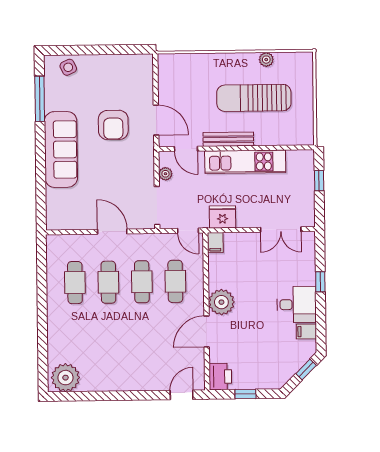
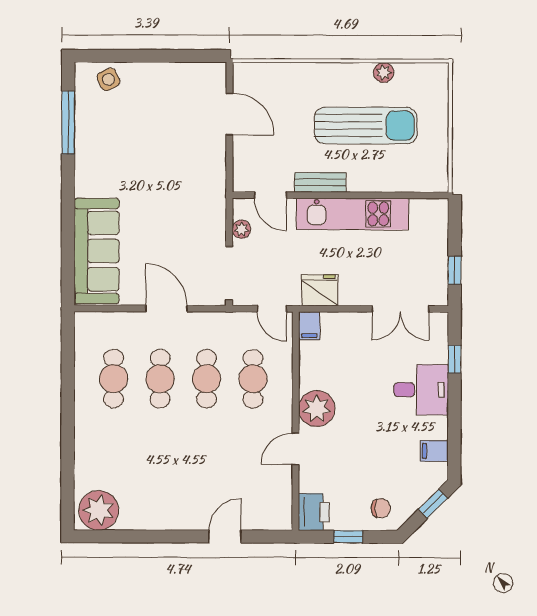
sun lounger: (254, 98) -> (366, 126), turned 180
door: (156, 120) -> (229, 114), moved
armchair: (113, 125) -> (170, 160), removed
bench: (228, 139) -> (320, 182), width x0.73
sofa: (61, 149) -> (97, 251), moved
window: (319, 181) -> (455, 270), moved
window: (320, 282) -> (454, 359), moved
desk: (297, 305) -> (421, 390), moved
door: (207, 331) -> (296, 449), width x0.73
chair: (269, 373) -> (381, 508), added
door: (182, 395) -> (225, 537), moved

